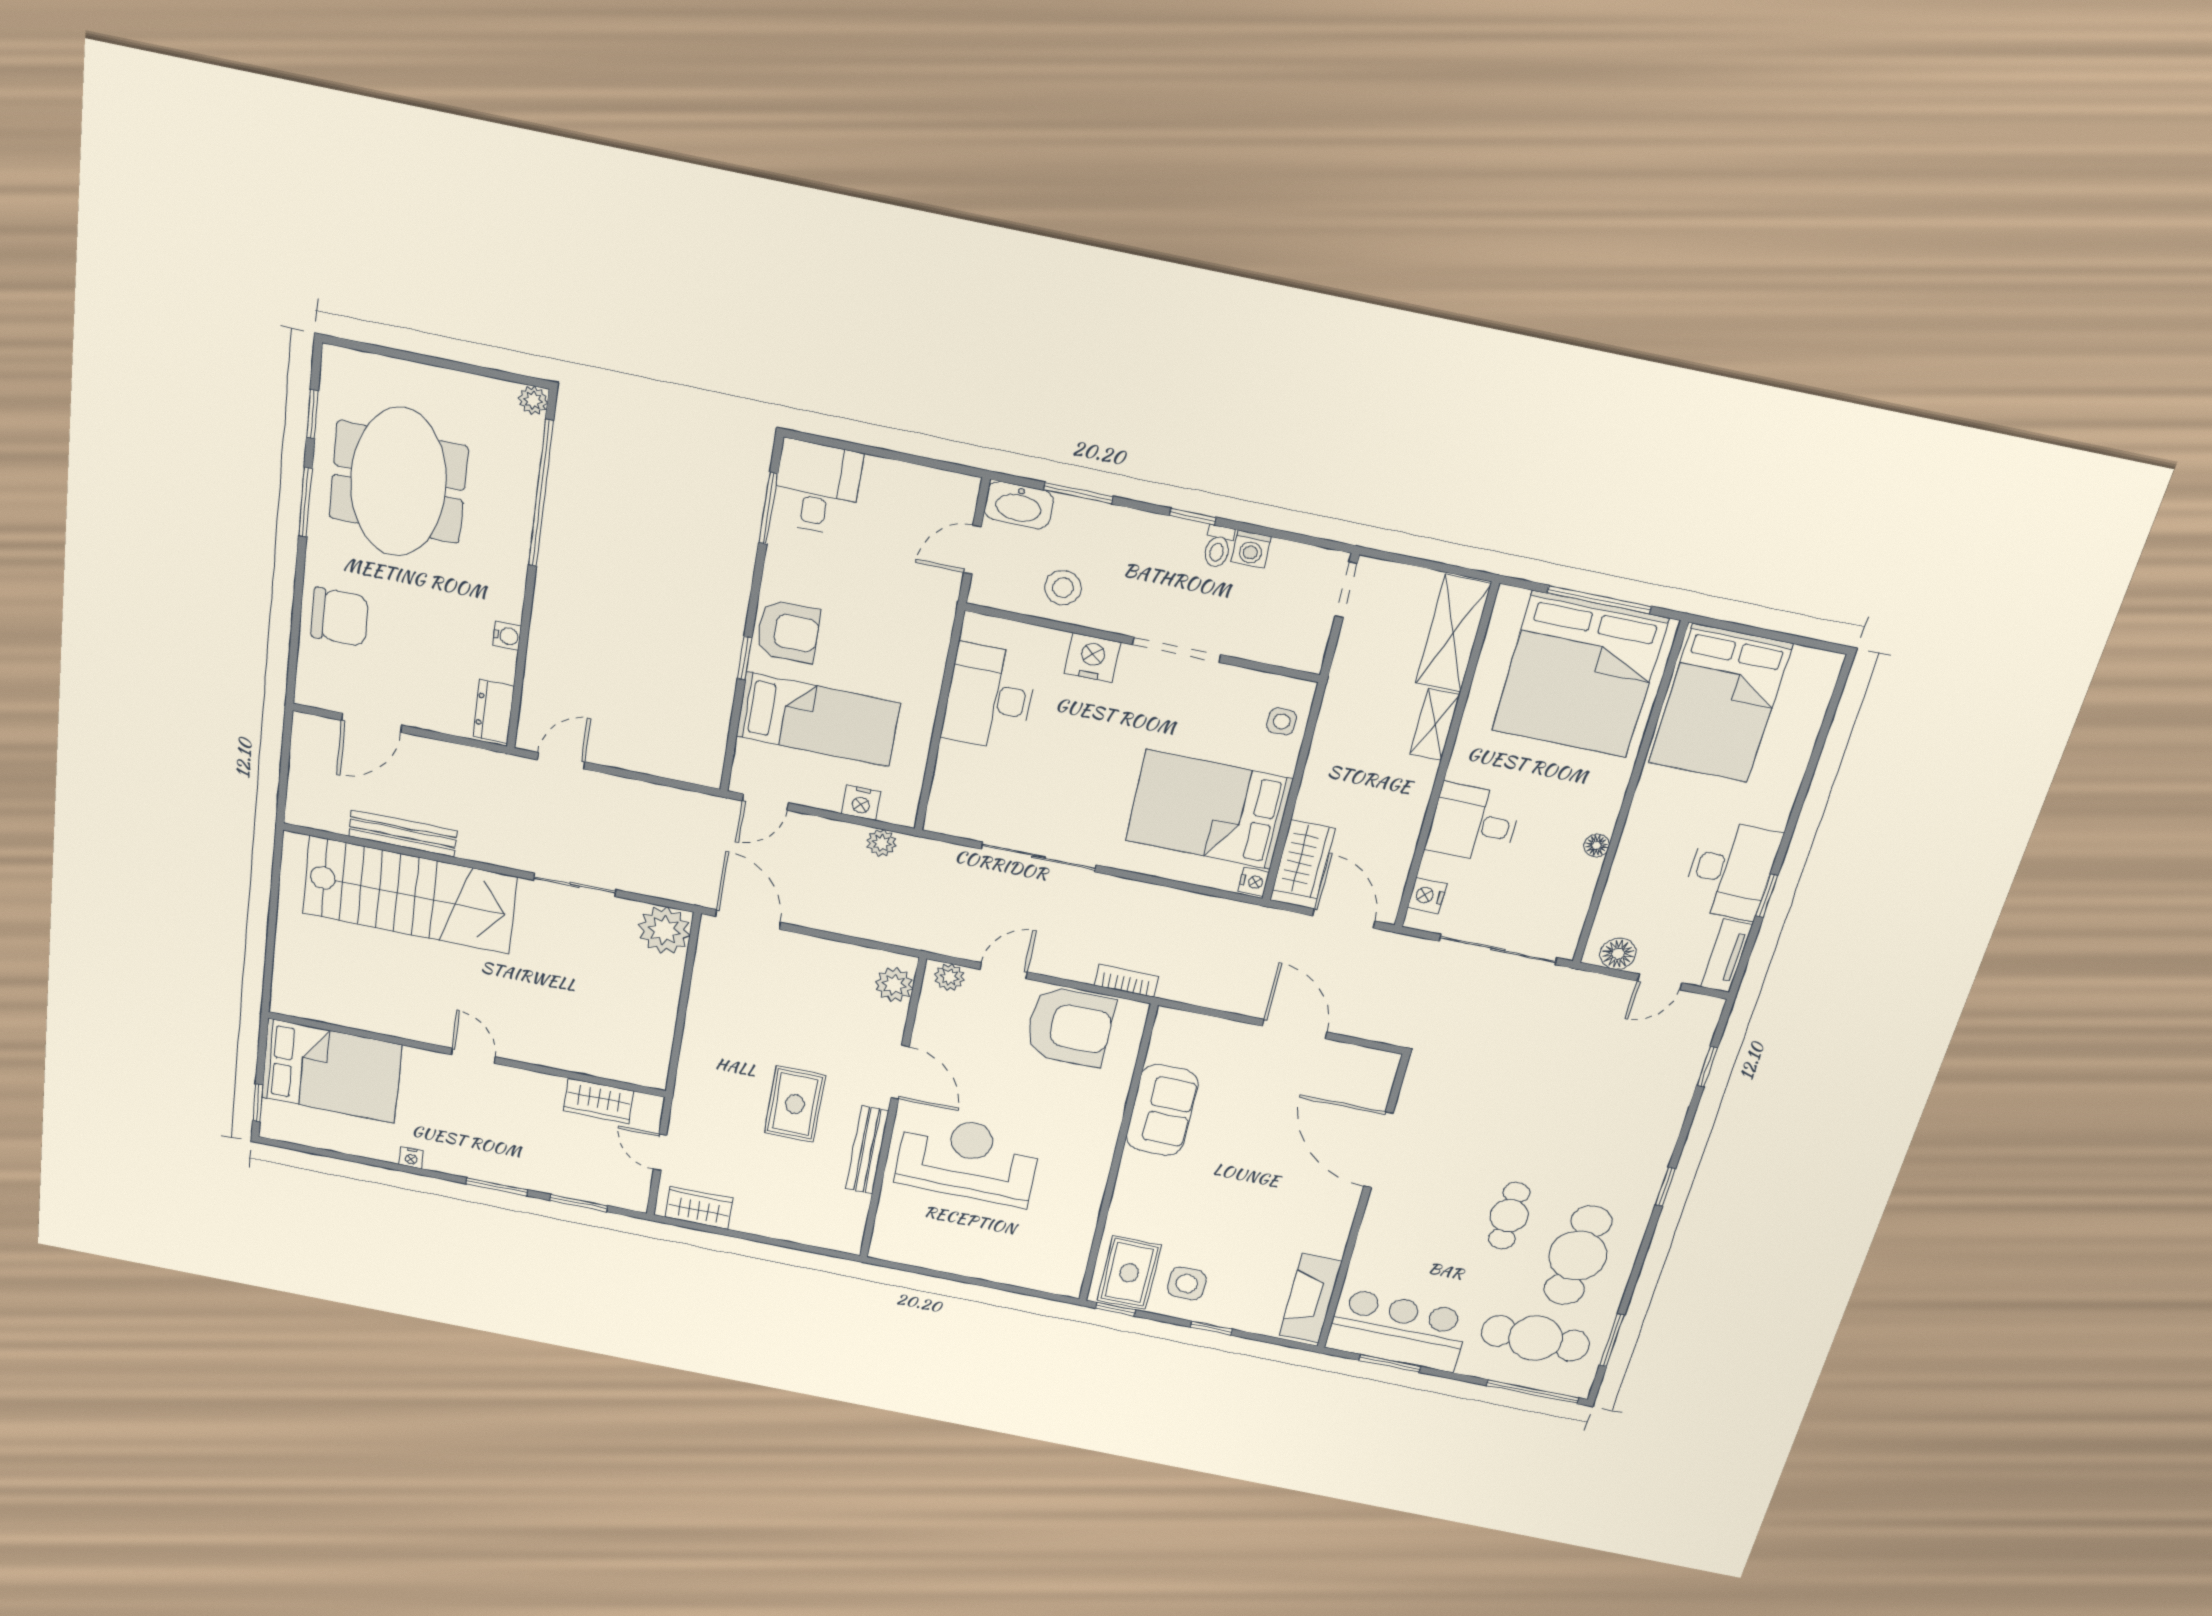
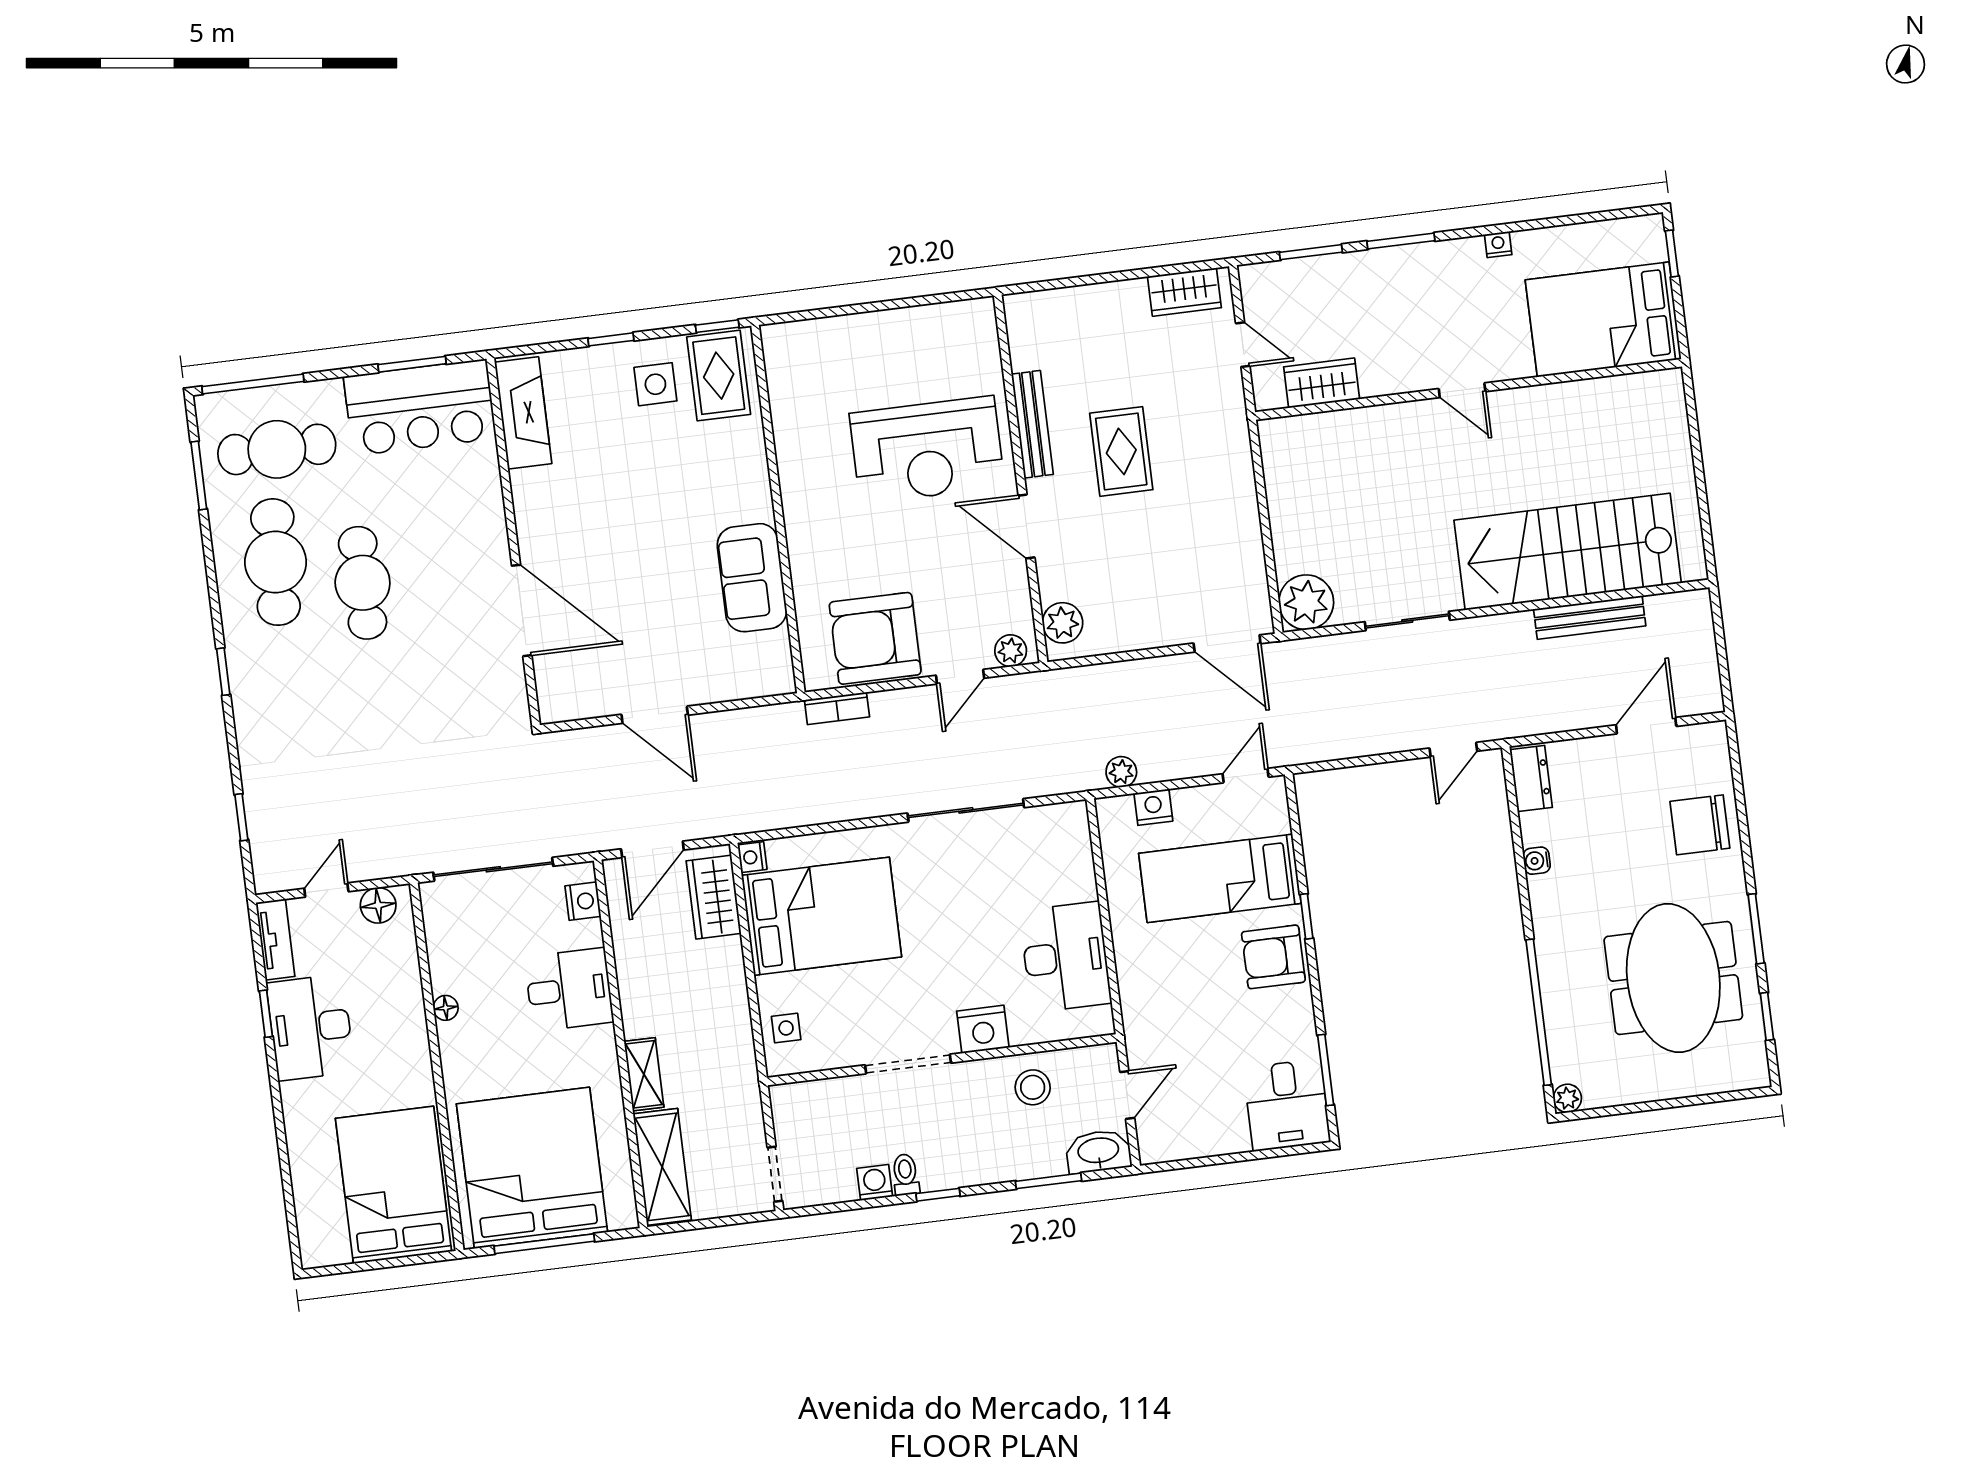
door: (1344, 918) -> (652, 849), hinge flipped
cafe table: (1509, 1216) -> (363, 583), width x1.37, depth x1.35

